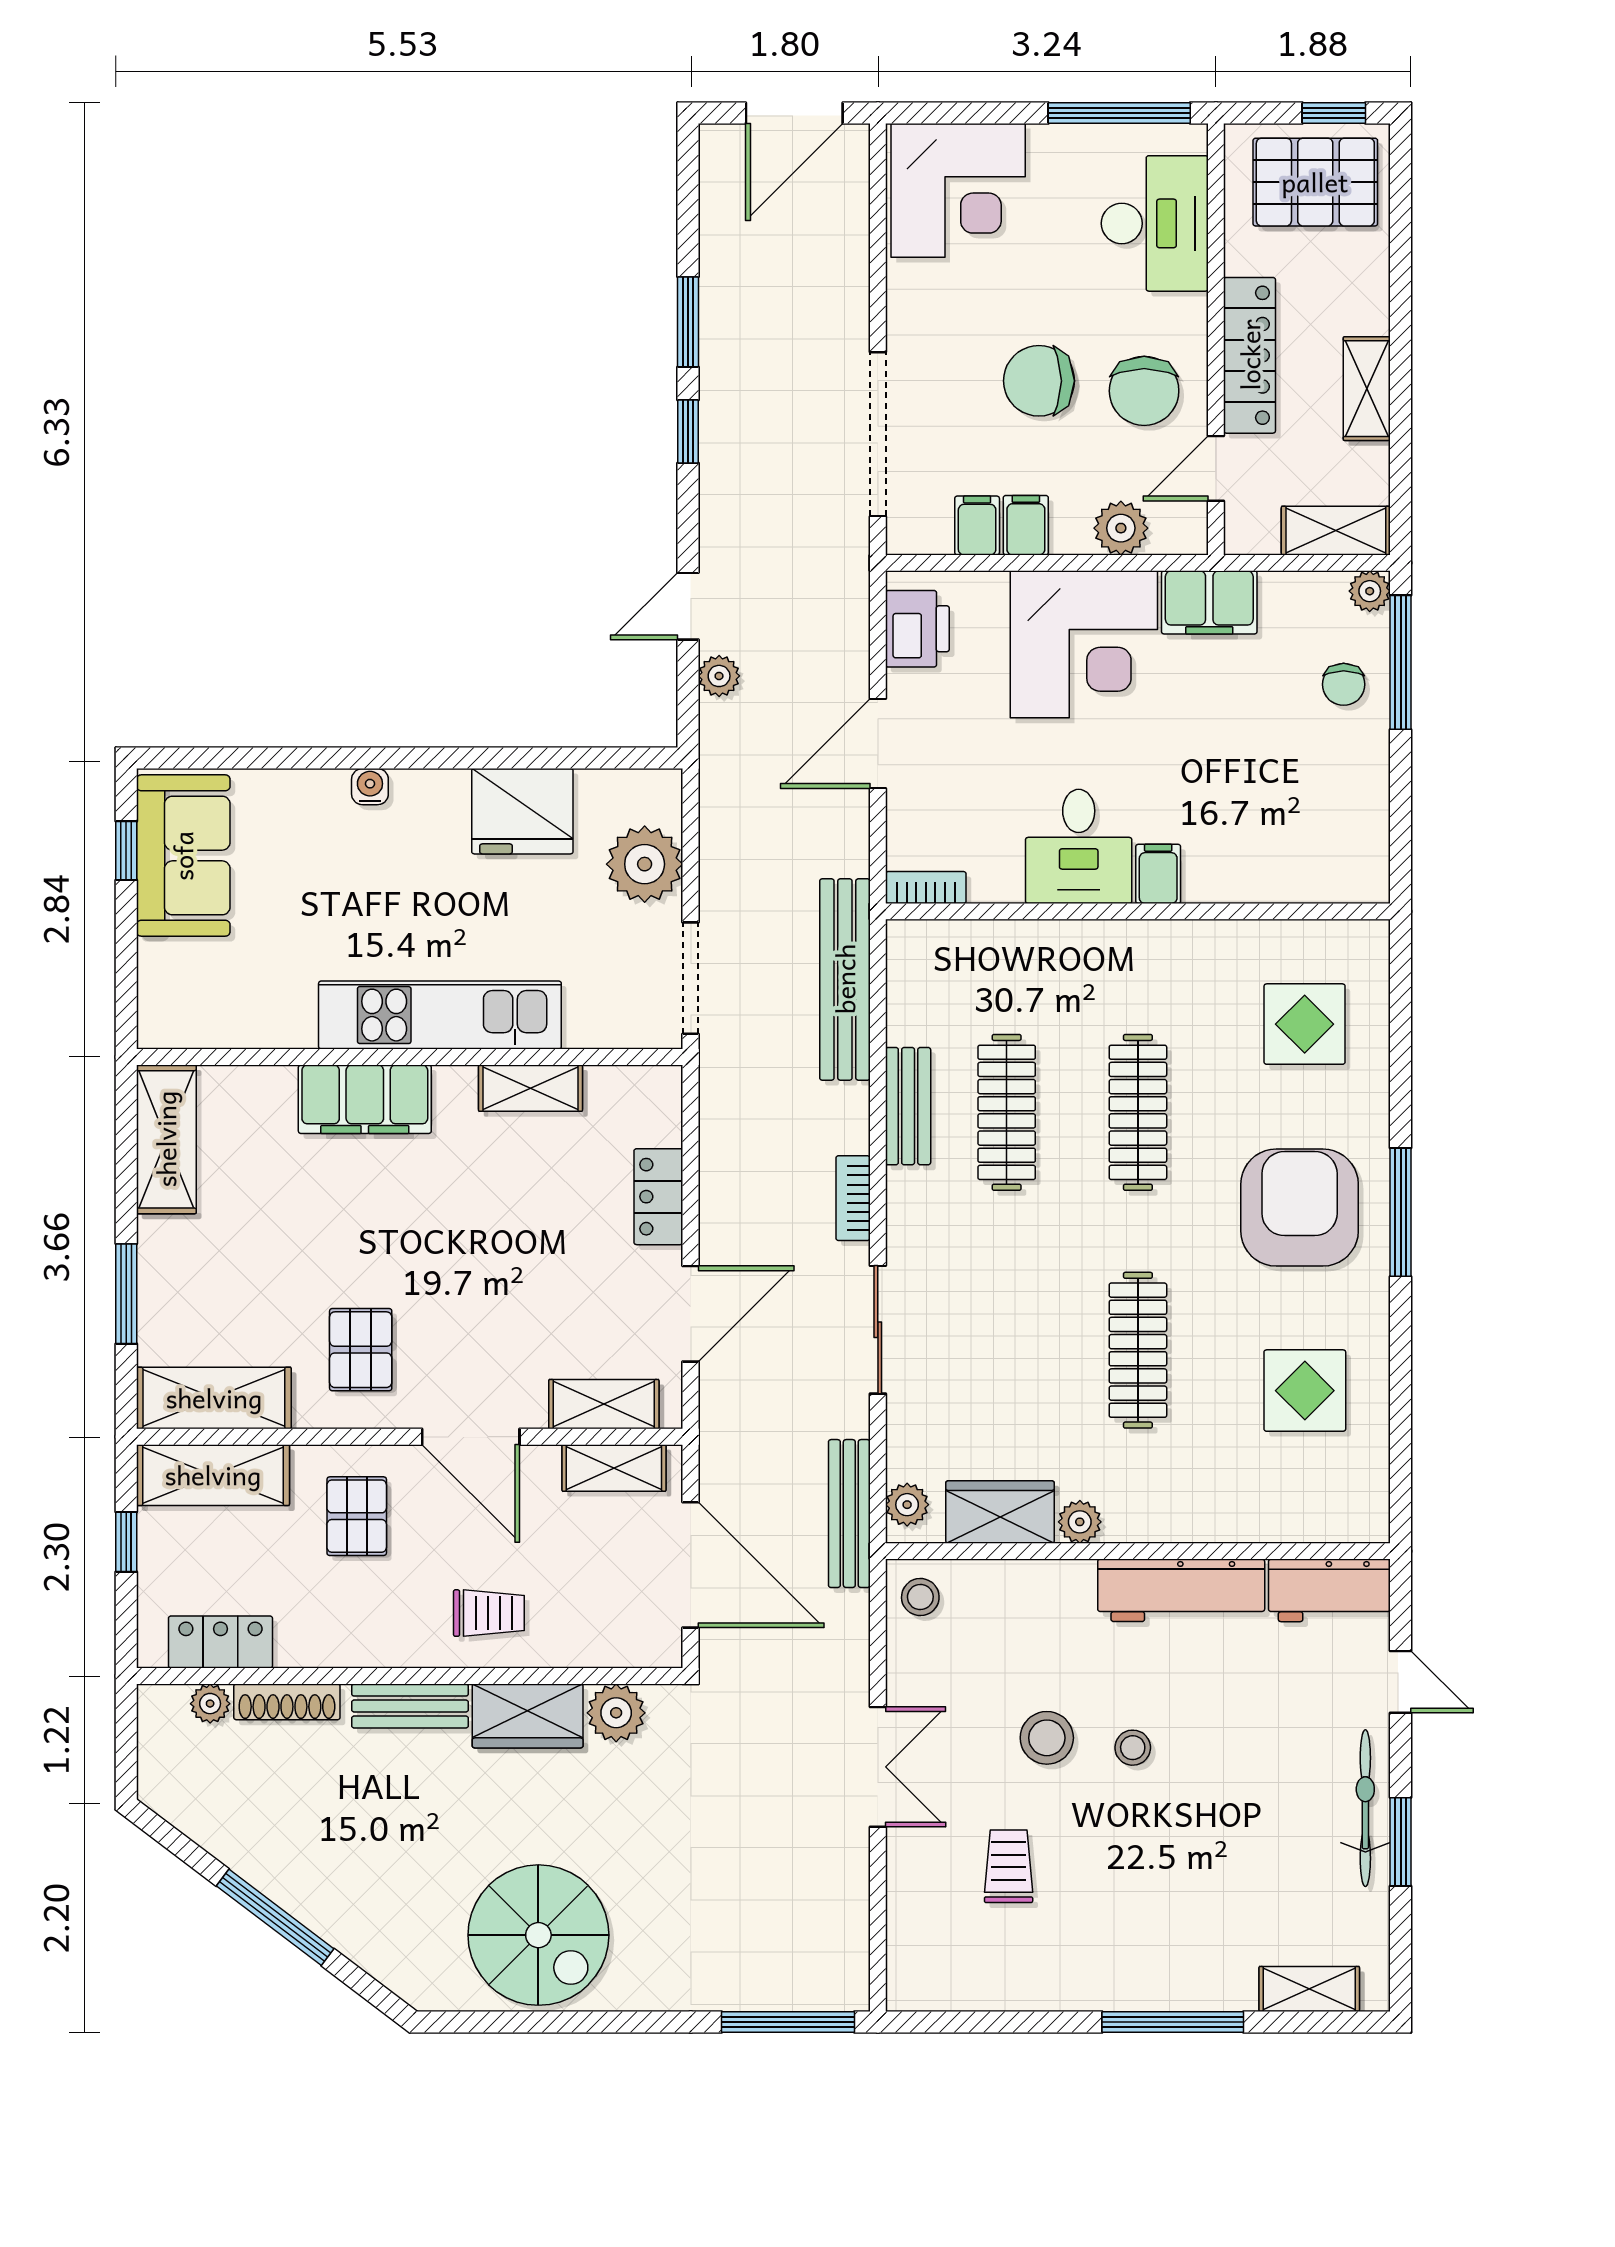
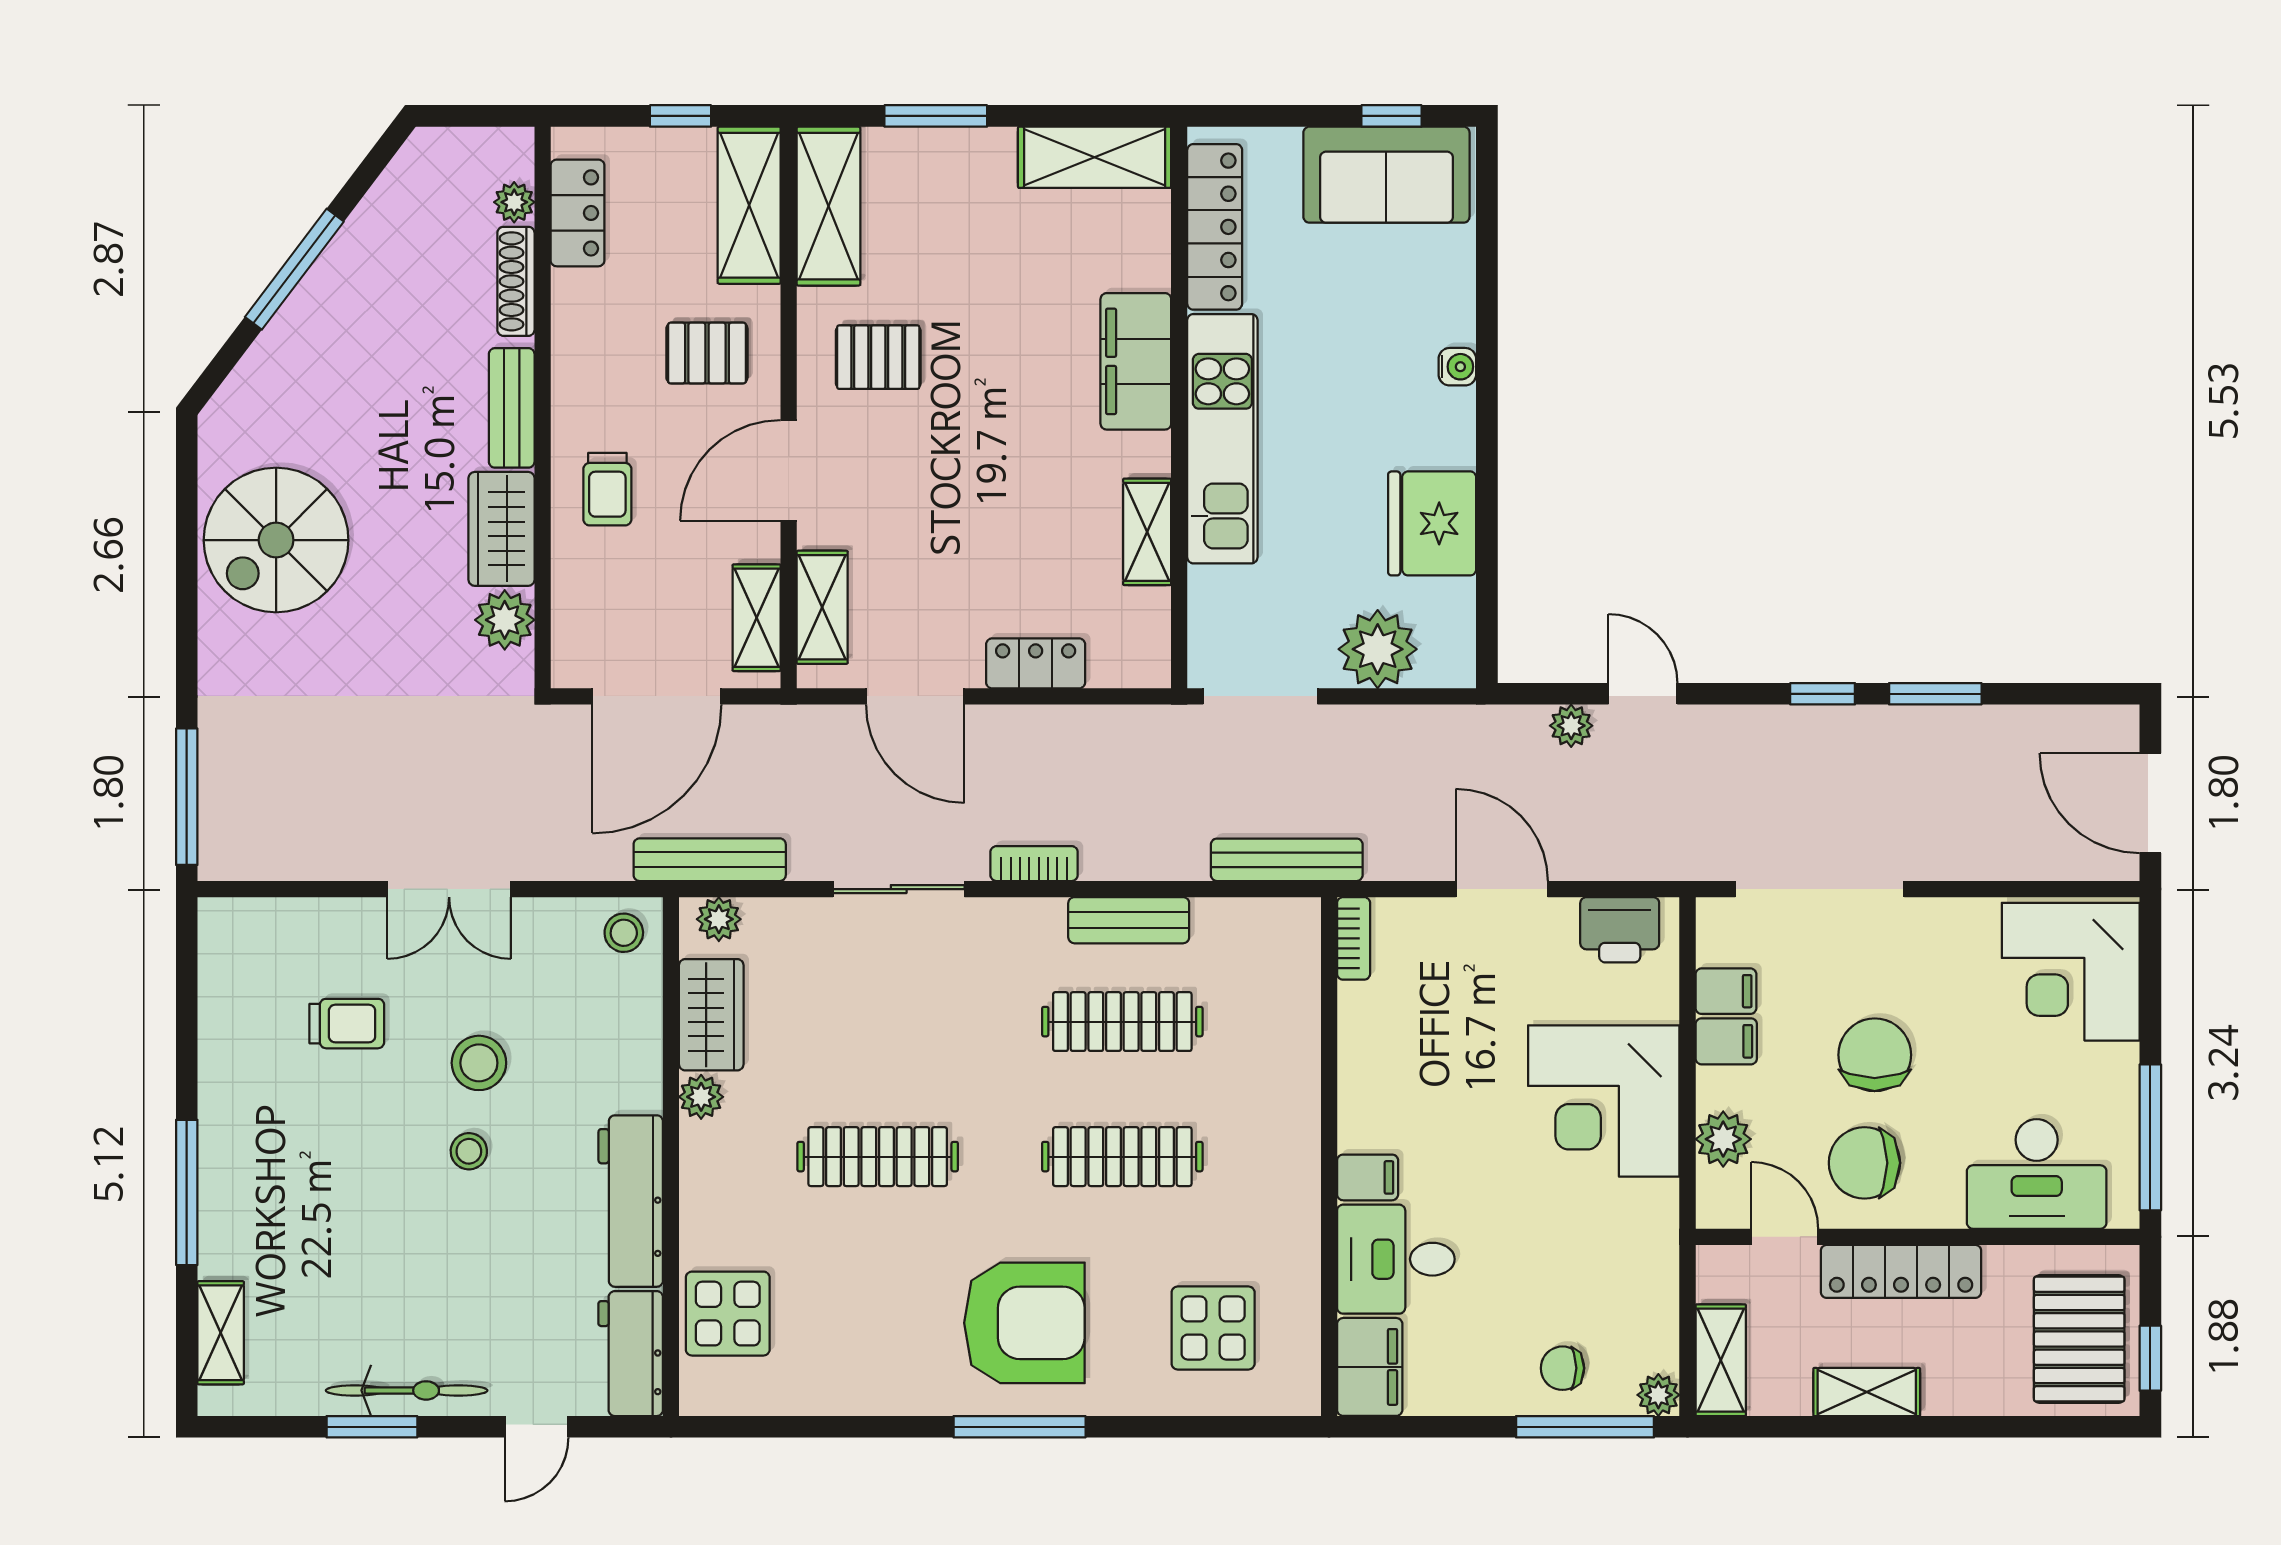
filing cabinet: (1209, 602) -> (1370, 1367), moved, turned 180
desk: (1079, 846) -> (1396, 1259), moved
bench: (845, 979) -> (1287, 860), width x0.73, depth x0.82
locker: (234, 1023) -> (1215, 227), added
display table: (1305, 1391) -> (728, 1314), moved

